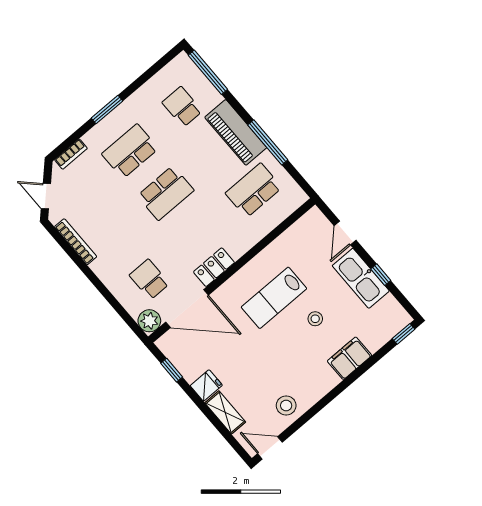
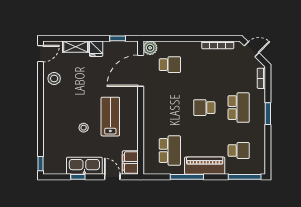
school desk: (166, 193) -> (204, 108), width x0.54
locker: (214, 267) -> (149, 100), removed
filing cabinet: (349, 358) -> (130, 163), moved, turned 180

